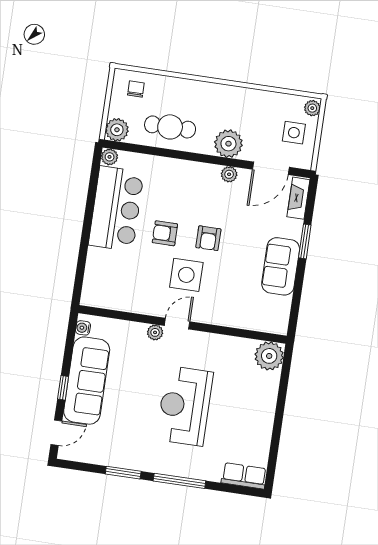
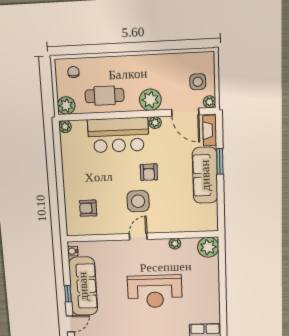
plant: (312, 108) -> (209, 102), moved
door: (271, 168) -> (185, 112), hinge flipped
bar counter: (116, 209) -> (118, 135), moved, turned 90
armchair: (165, 233) -> (88, 208), moved
sofa: (281, 266) -> (205, 175), width x1.36
plant: (155, 332) -> (175, 244), moved
reception desk: (185, 406) -> (155, 291), turned -90

